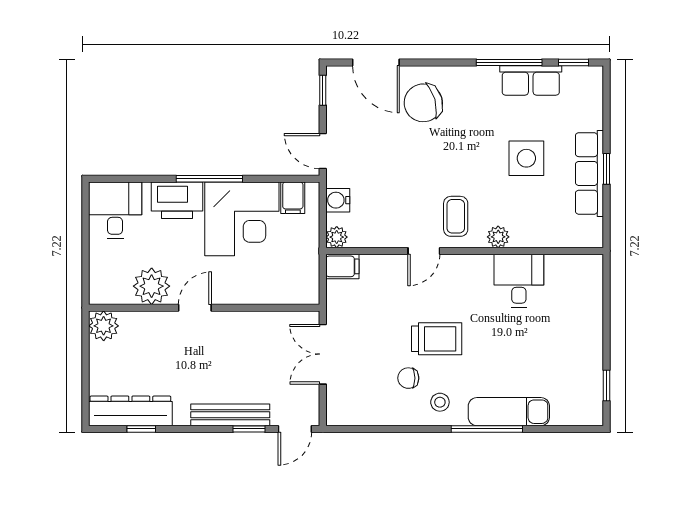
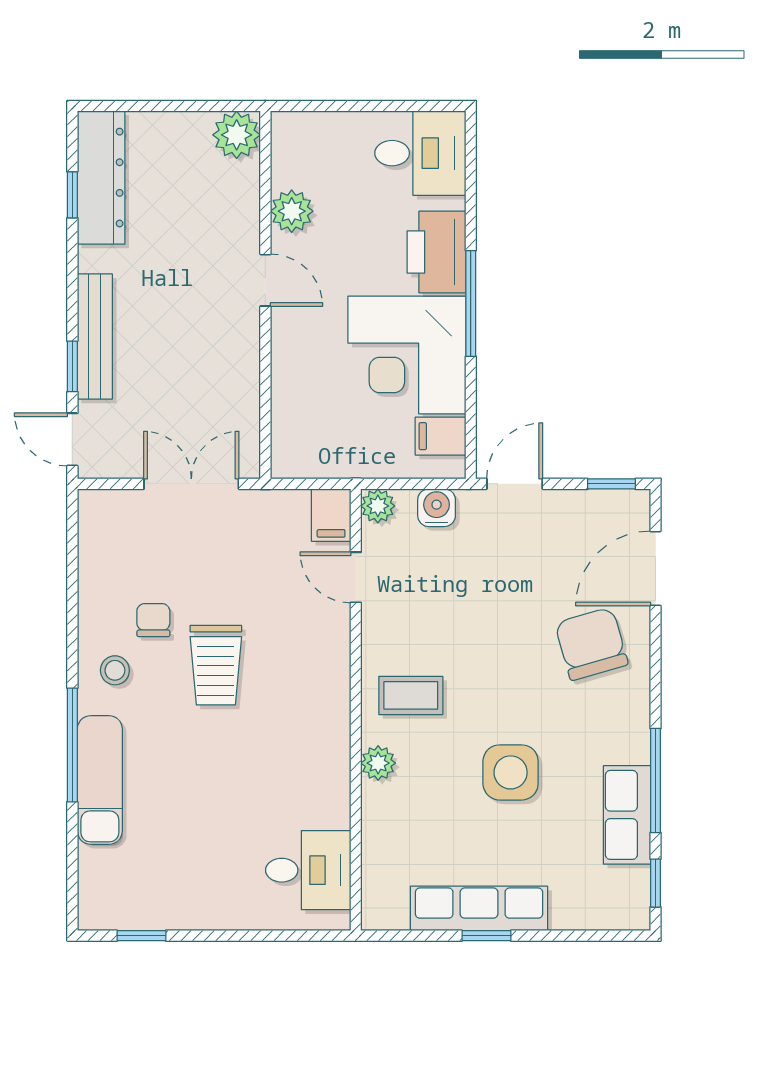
side table: (526, 158) -> (511, 772), moved
door: (424, 251) -> (356, 577), moved
desk: (519, 281) -> (308, 870), moved
plant: (152, 286) -> (292, 211), width x0.73, depth x0.73

